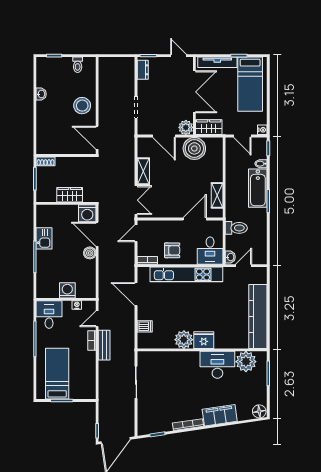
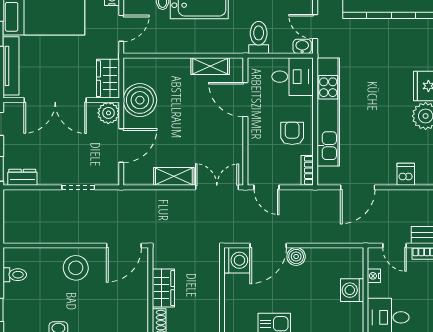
double door: (194, 92) -> (55, 100), swing flipped
wardrobe: (70, 195) -> (163, 288), moved, turned 180

